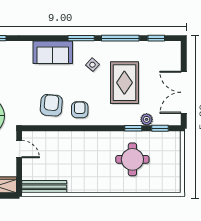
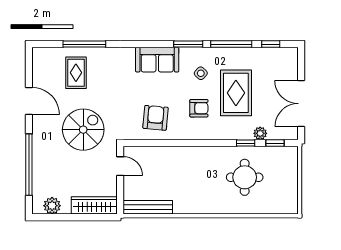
armchair: (80, 110) -> (199, 108), moved, turned 90

